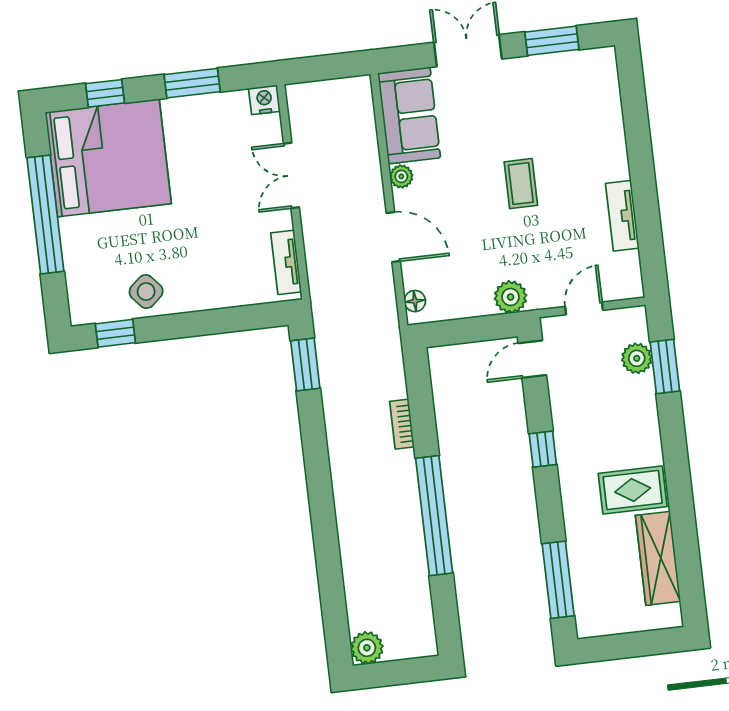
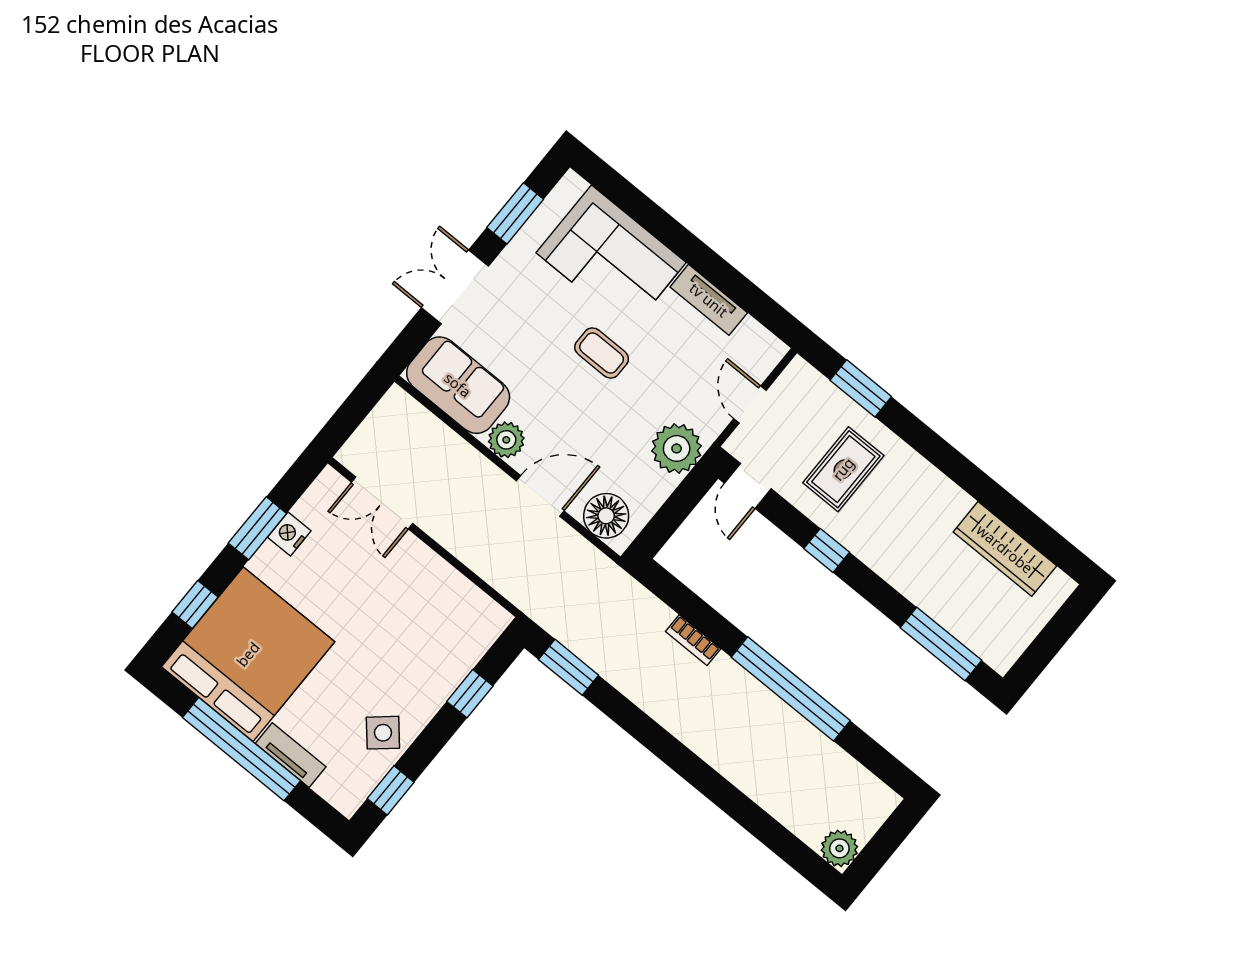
nightstand: (264, 100) -> (289, 534), moved
corner sofa: (586, 128) -> (611, 258), added
double door: (291, 175) -> (382, 503), moved
plant: (401, 176) -> (506, 440), width x1.38, depth x1.38
tv unit: (286, 262) -> (291, 755), moved, turned 180
plant: (511, 297) -> (677, 448), width x1.36, depth x1.36
floor lamp: (415, 301) -> (606, 516), width x1.89, depth x1.89
window: (226, 320) -> (470, 694), added
plant: (637, 358) -> (832, 404), removed
rug: (633, 490) -> (843, 469), moved

